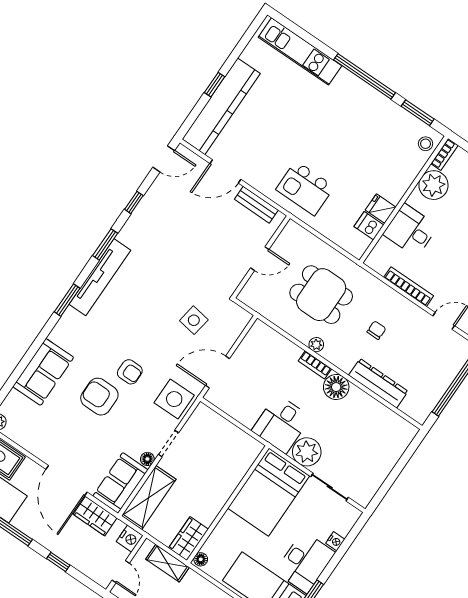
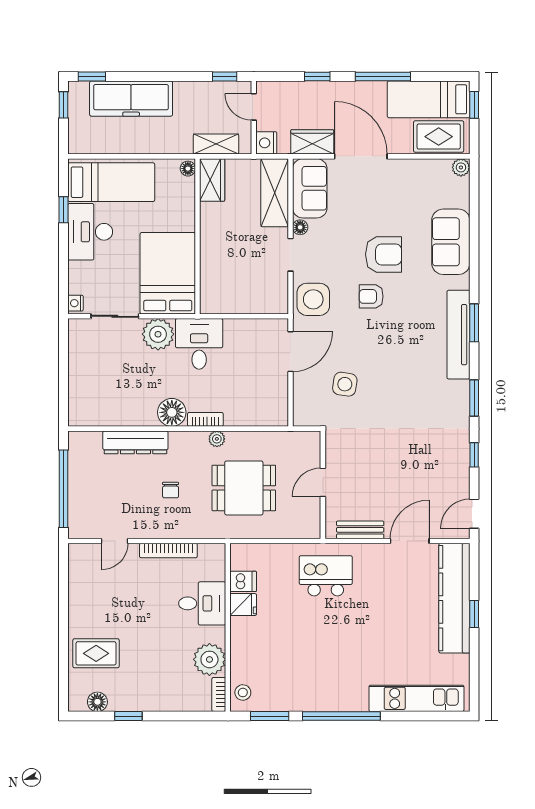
tv unit: (100, 277) -> (458, 335), moved
nightstand: (335, 541) -> (76, 303), moved

